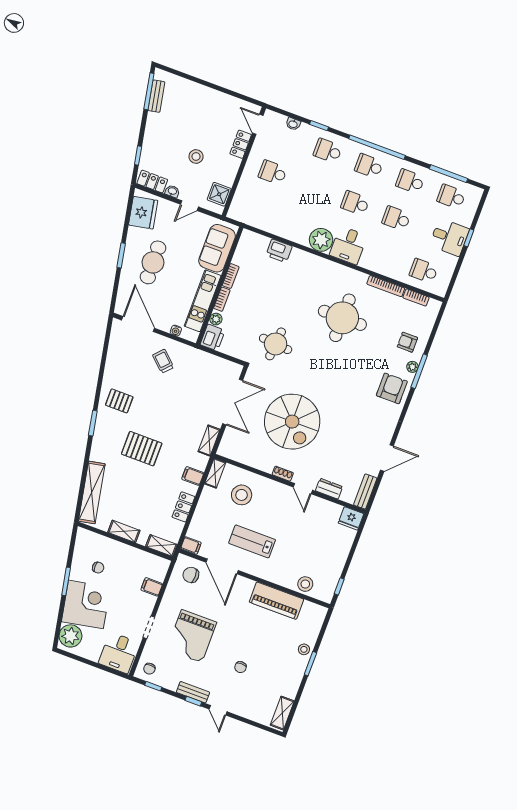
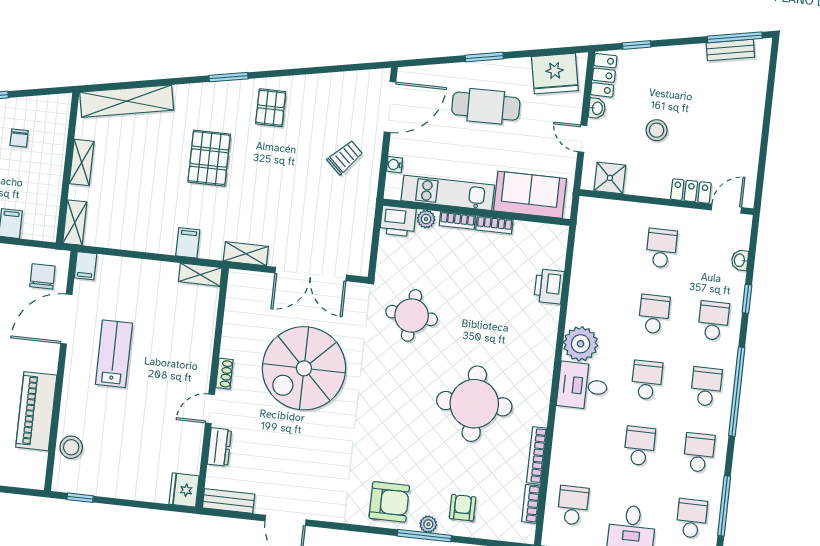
school desk: (314, 188) -> (654, 314), added
stool: (242, 495) -> (178, 321), removed
locker: (183, 507) -> (139, 241), removed

